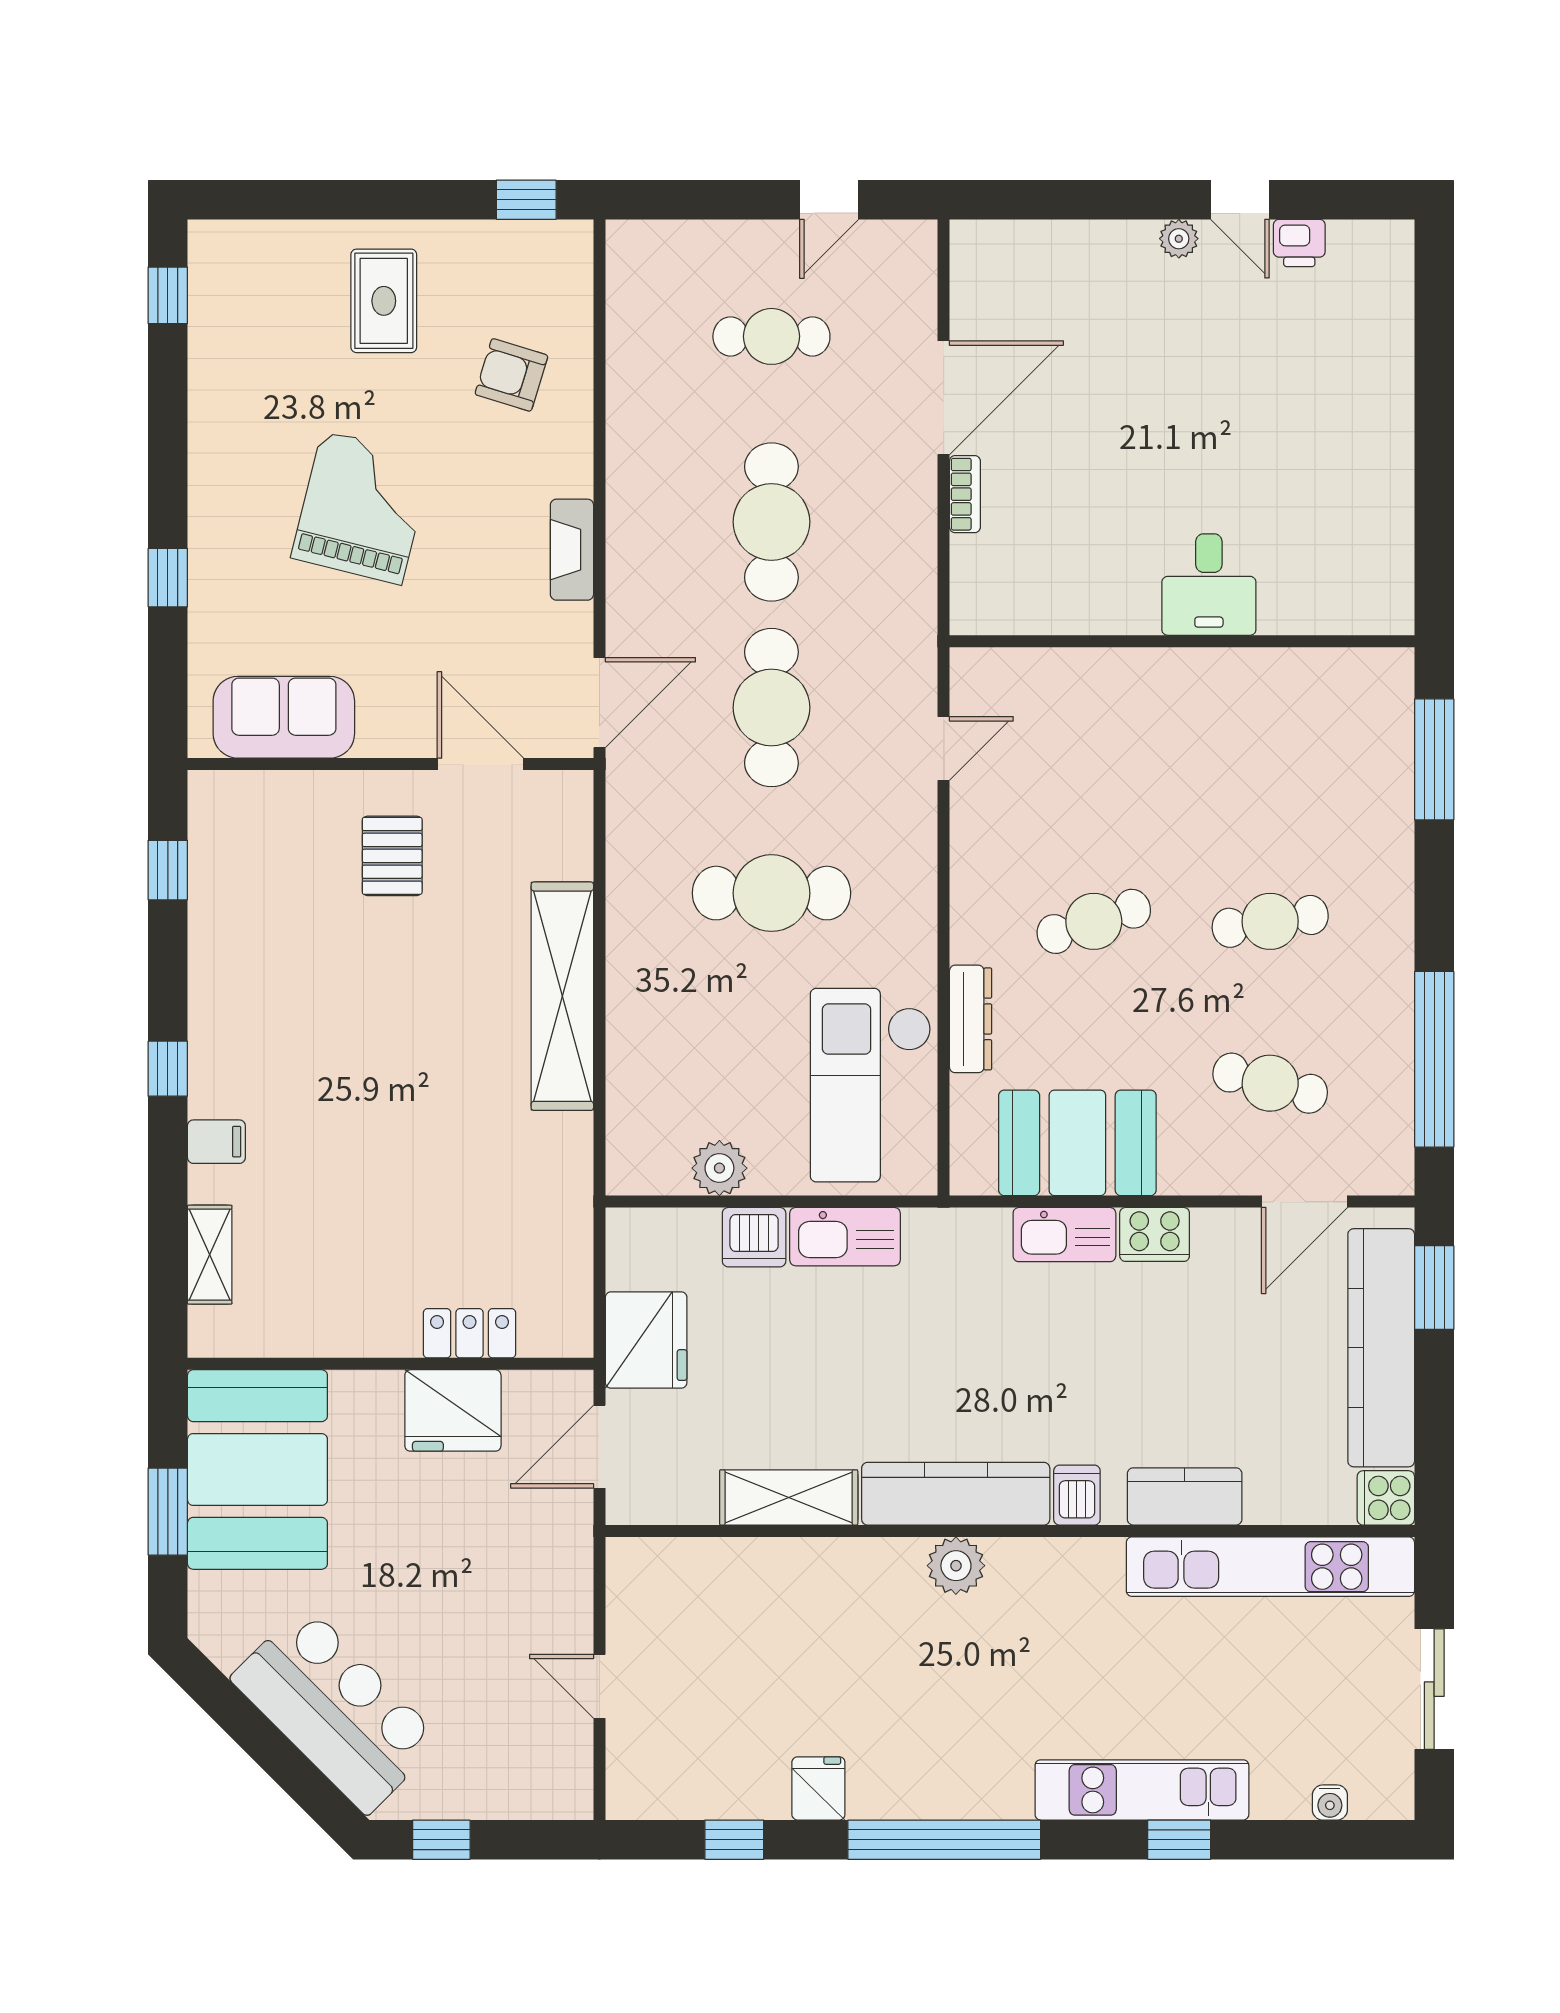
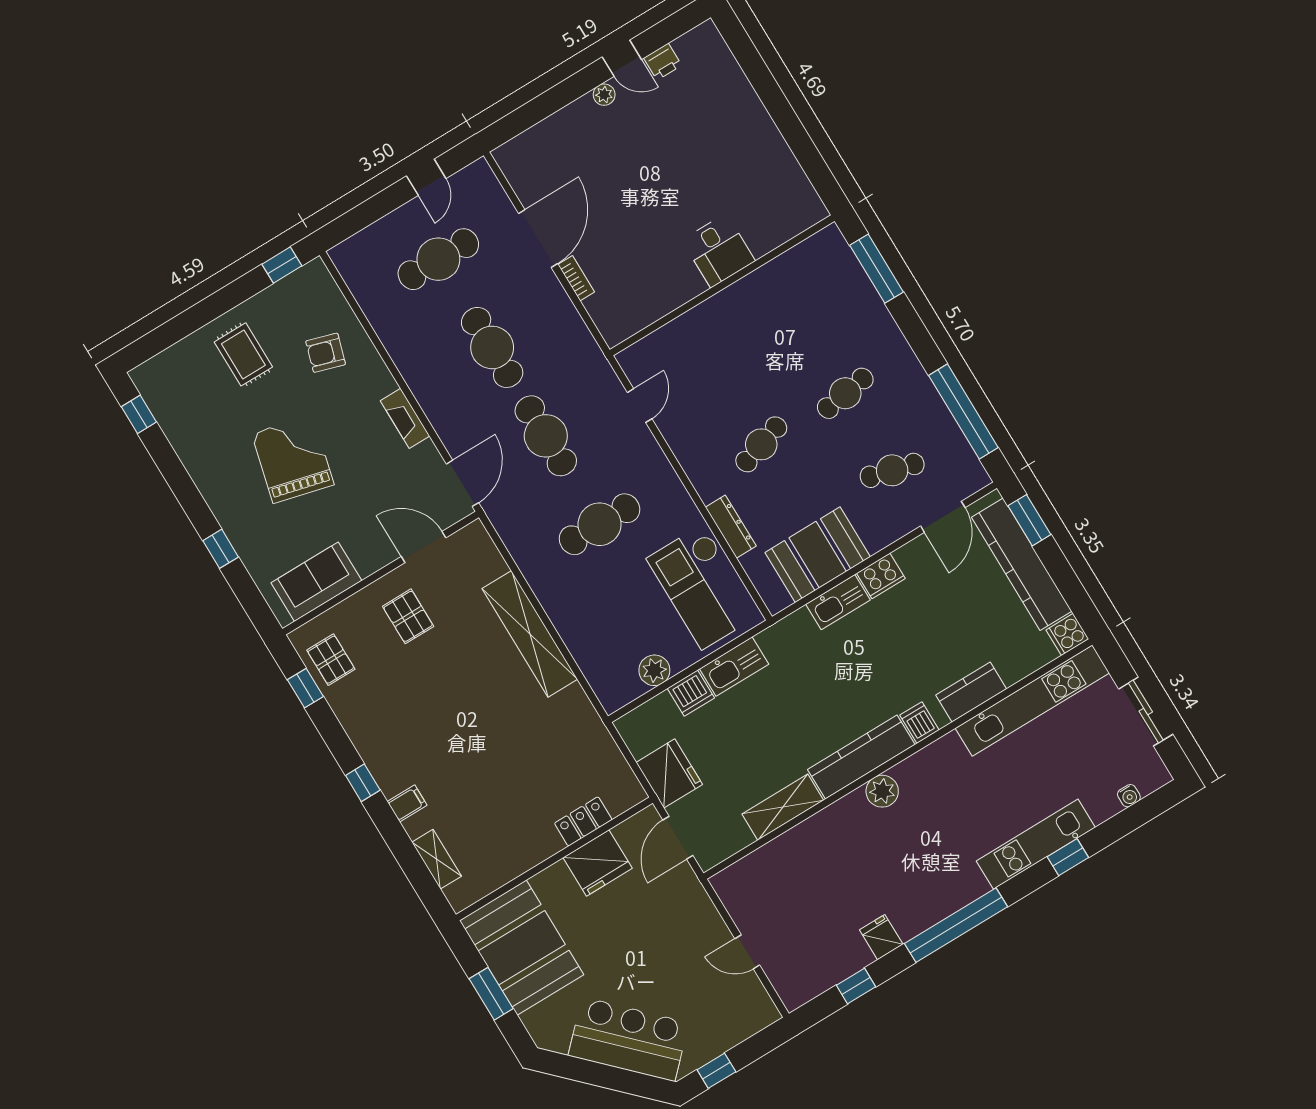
cafe table: (771, 336) -> (438, 259), width x1.37, depth x1.35
pallet: (233, 850) -> (331, 660), added

